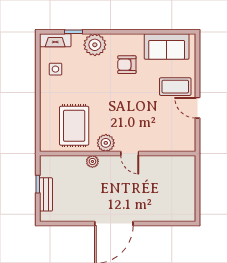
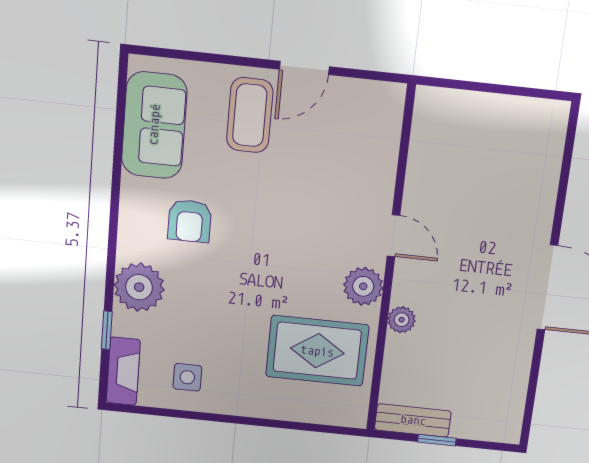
door: (130, 153) -> (393, 236), hinge flipped
bench: (46, 194) -> (413, 420), moved

